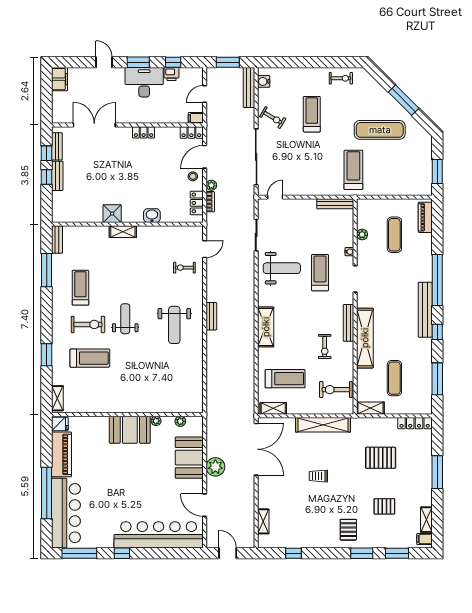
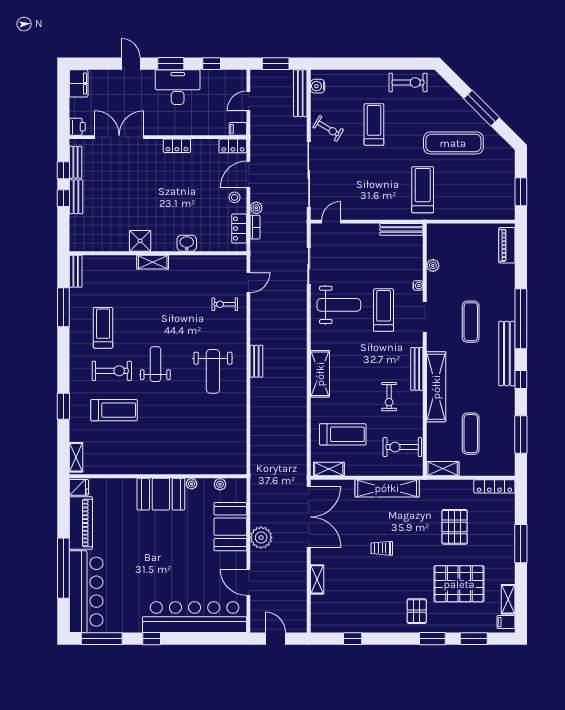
printer: (172, 74) -> (77, 127), moved, turned -90
exercise bike: (341, 78) -> (408, 82), width x1.38, depth x1.39
exercise mat: (394, 235) -> (471, 322), moved
pallet: (381, 458) -> (455, 527), turned 90
pallet: (384, 506) -> (459, 584), width x2.05, depth x2.00
shelving: (263, 521) -> (317, 579), moved

